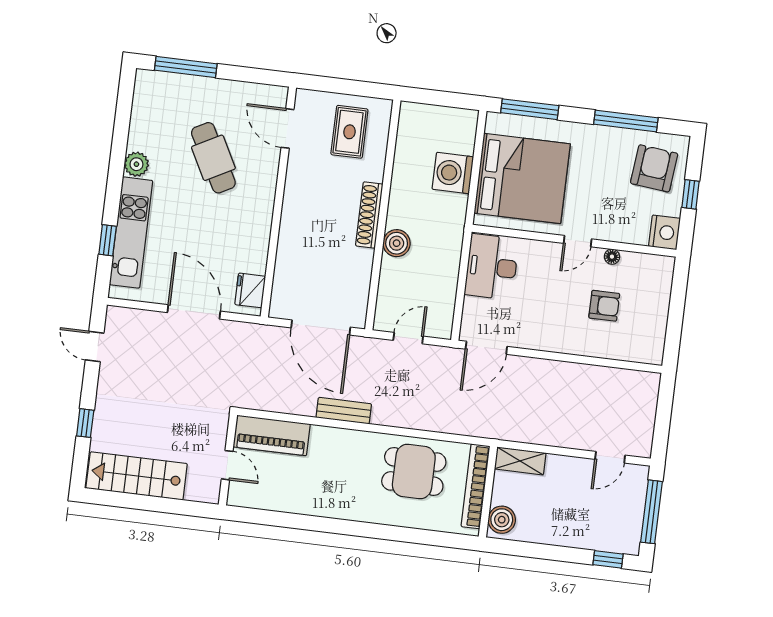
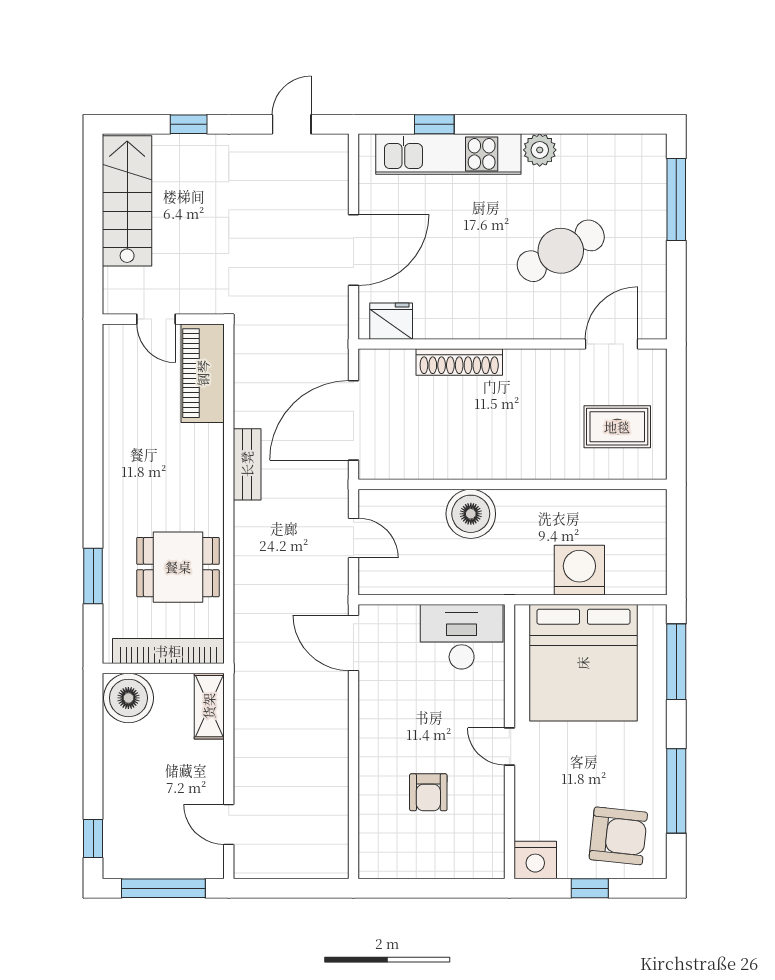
shoe rack: (369, 215) -> (459, 362), moved, turned 180
boiler: (397, 243) -> (471, 514), width x1.37, depth x1.37
floor lamp: (612, 257) -> (495, 794), removed
door: (227, 465) -> (156, 319), hinge flipped
dining table: (414, 472) -> (178, 567), turned 90
boiler: (502, 520) -> (128, 698), width x1.37, depth x1.37
window: (413, 535) -> (93, 576), added

